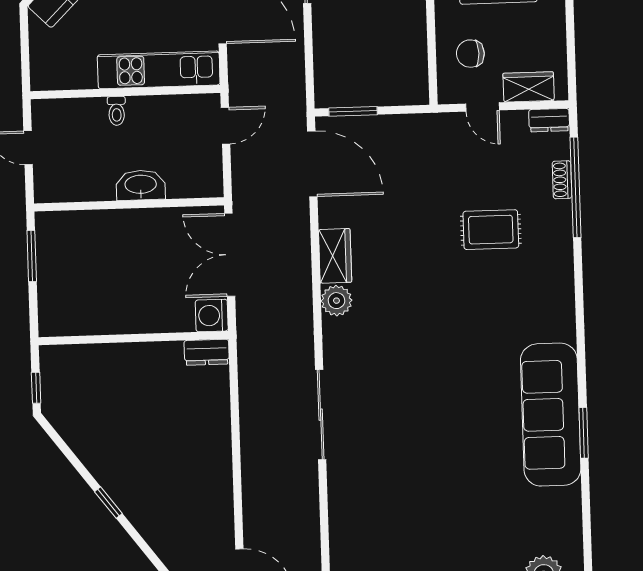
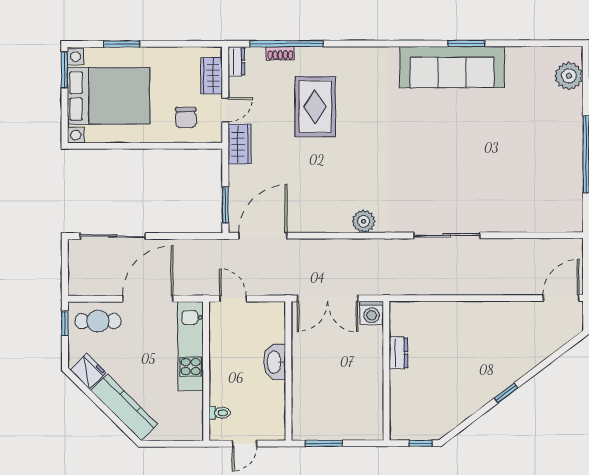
toilet: (117, 111) -> (220, 413), moved
rug: (491, 230) -> (315, 107), width x1.36, depth x1.43
wardrobe: (335, 256) -> (240, 144), moved, turned 90
dresser: (207, 352) -> (398, 353), moved

